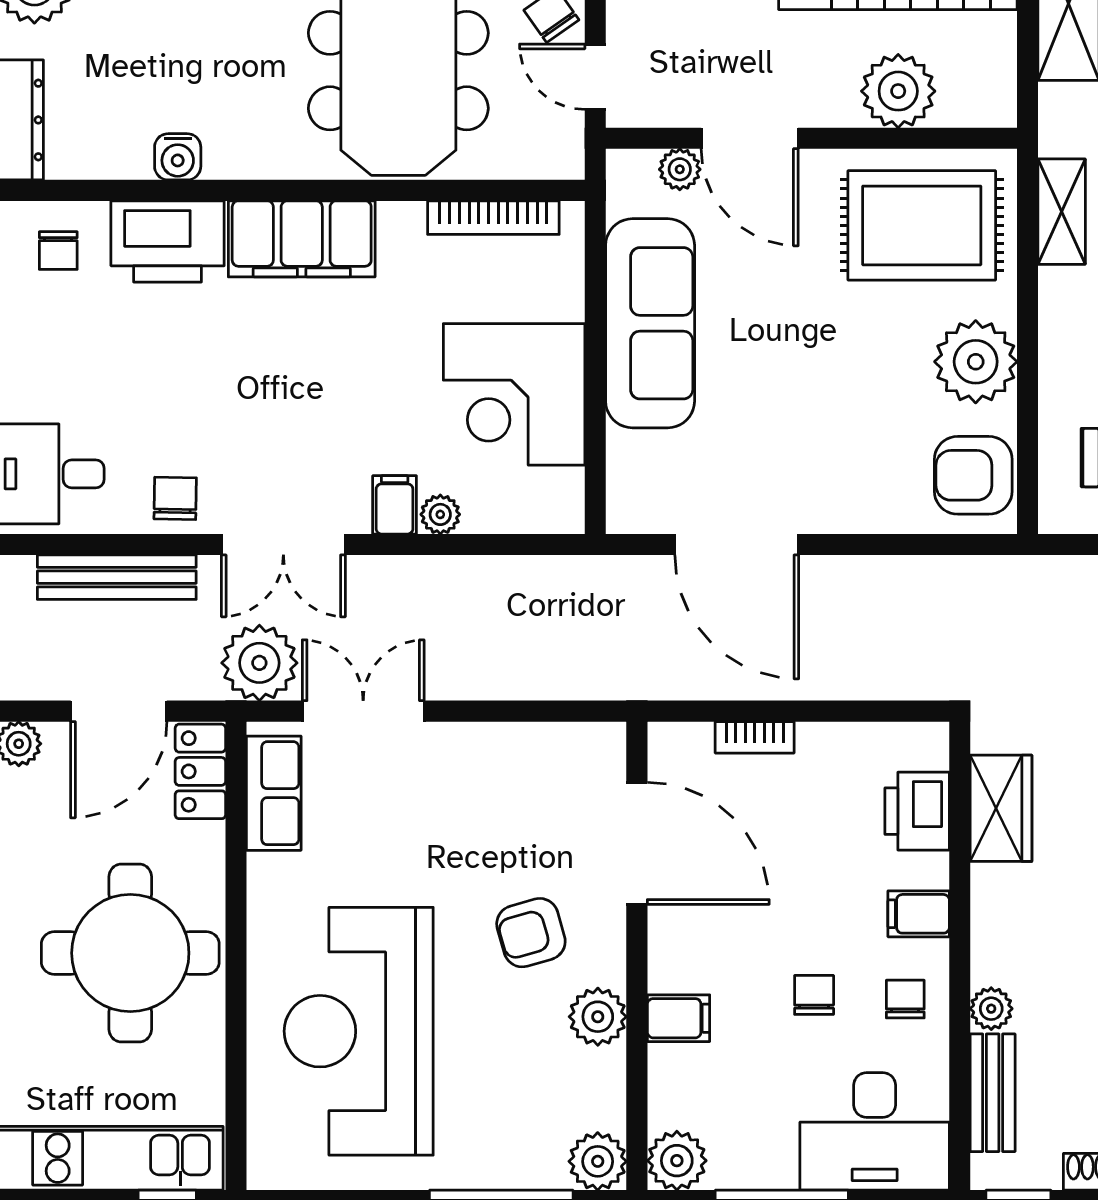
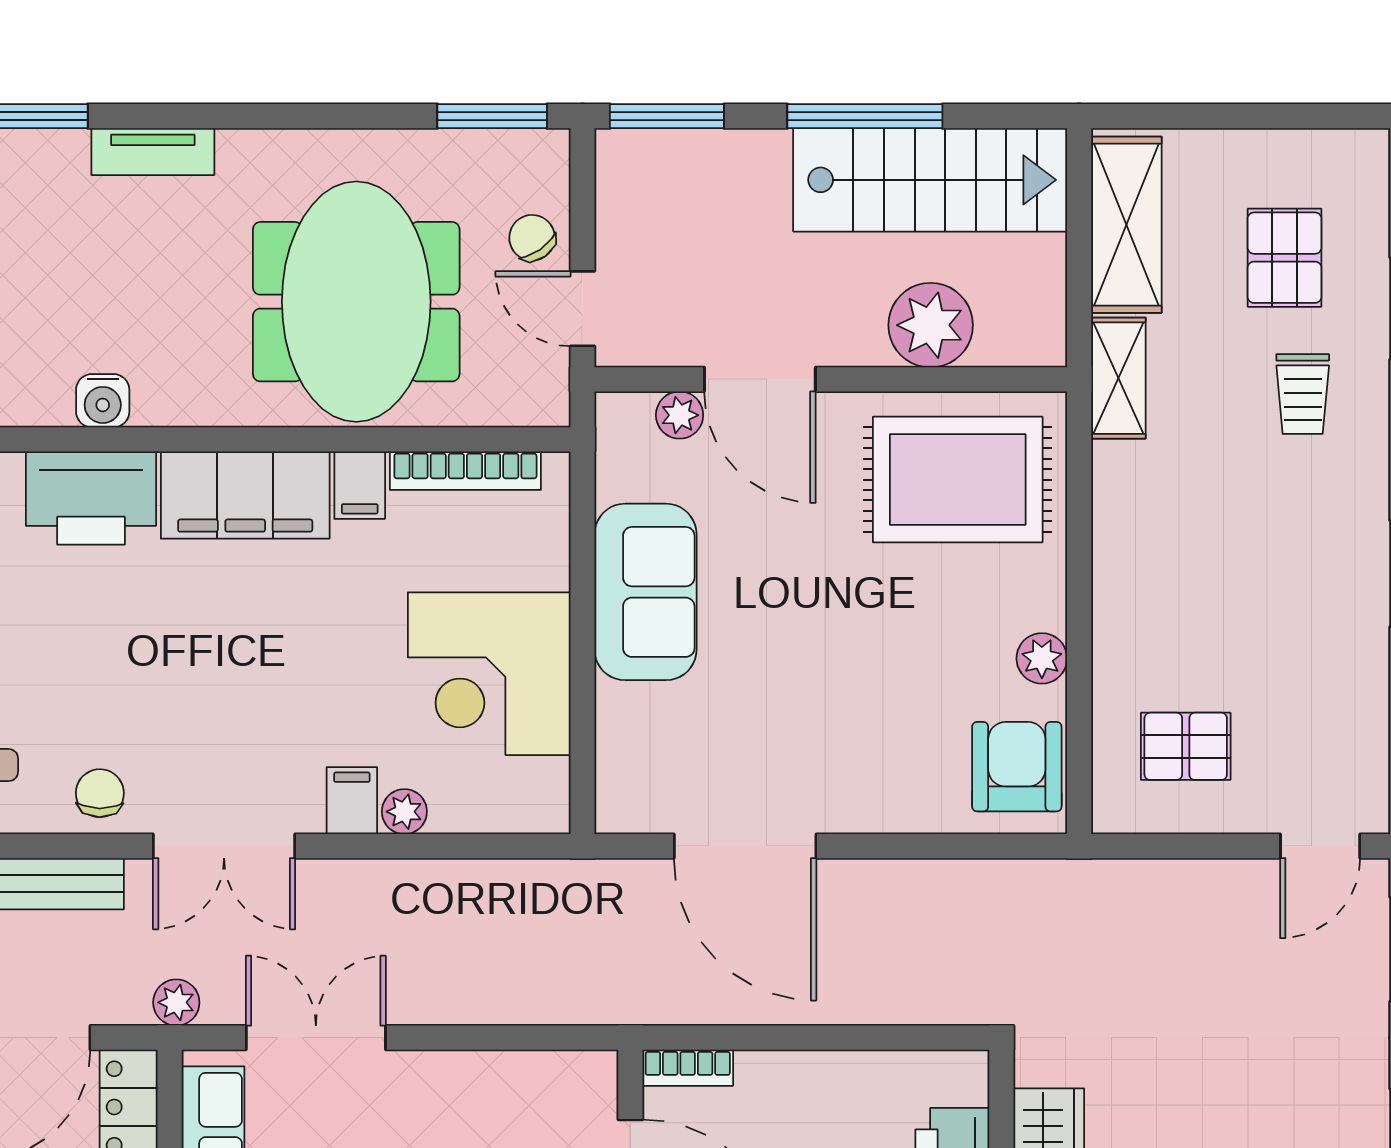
shelving: (1062, 212) -> (1118, 378), moved
filing cabinet: (401, 230) -> (360, 485), added
sofa: (650, 323) -> (646, 592), width x0.73
plant: (976, 362) -> (1042, 658), width x0.53, depth x0.53
armchair: (973, 475) -> (1017, 767), turned 90
plant: (259, 663) -> (176, 1002), width x0.53, depth x0.53
bookcase: (755, 737) -> (688, 1068), moved

